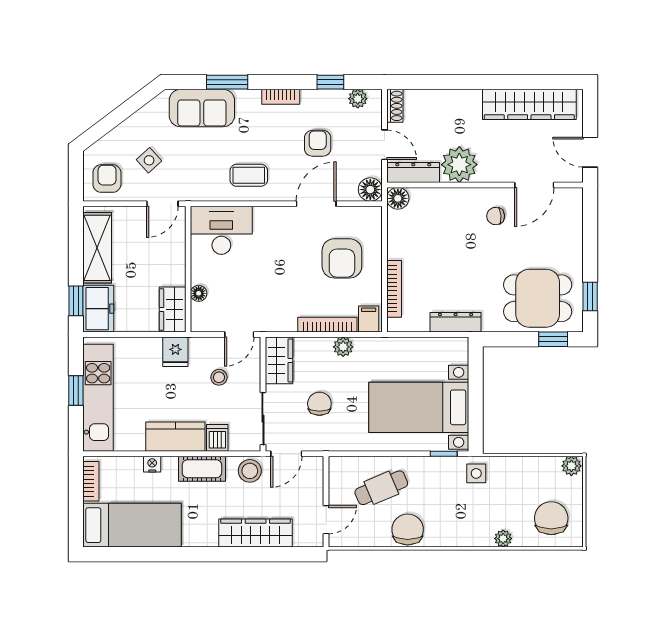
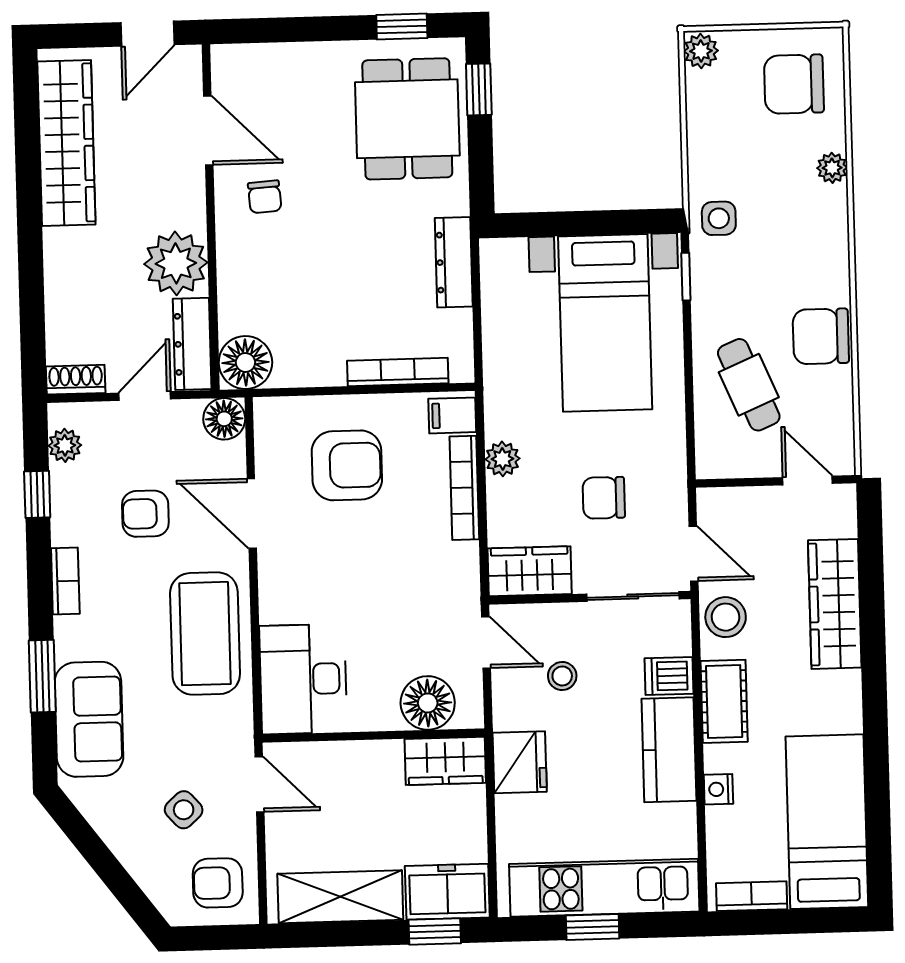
coffee table: (249, 175) -> (205, 634), width x1.86, depth x1.72
floor lamp: (398, 198) -> (245, 363), width x1.38, depth x1.38
floor lamp: (199, 293) -> (428, 703), width x1.89, depth x1.89
fridge: (175, 352) -> (520, 762), width x1.38

